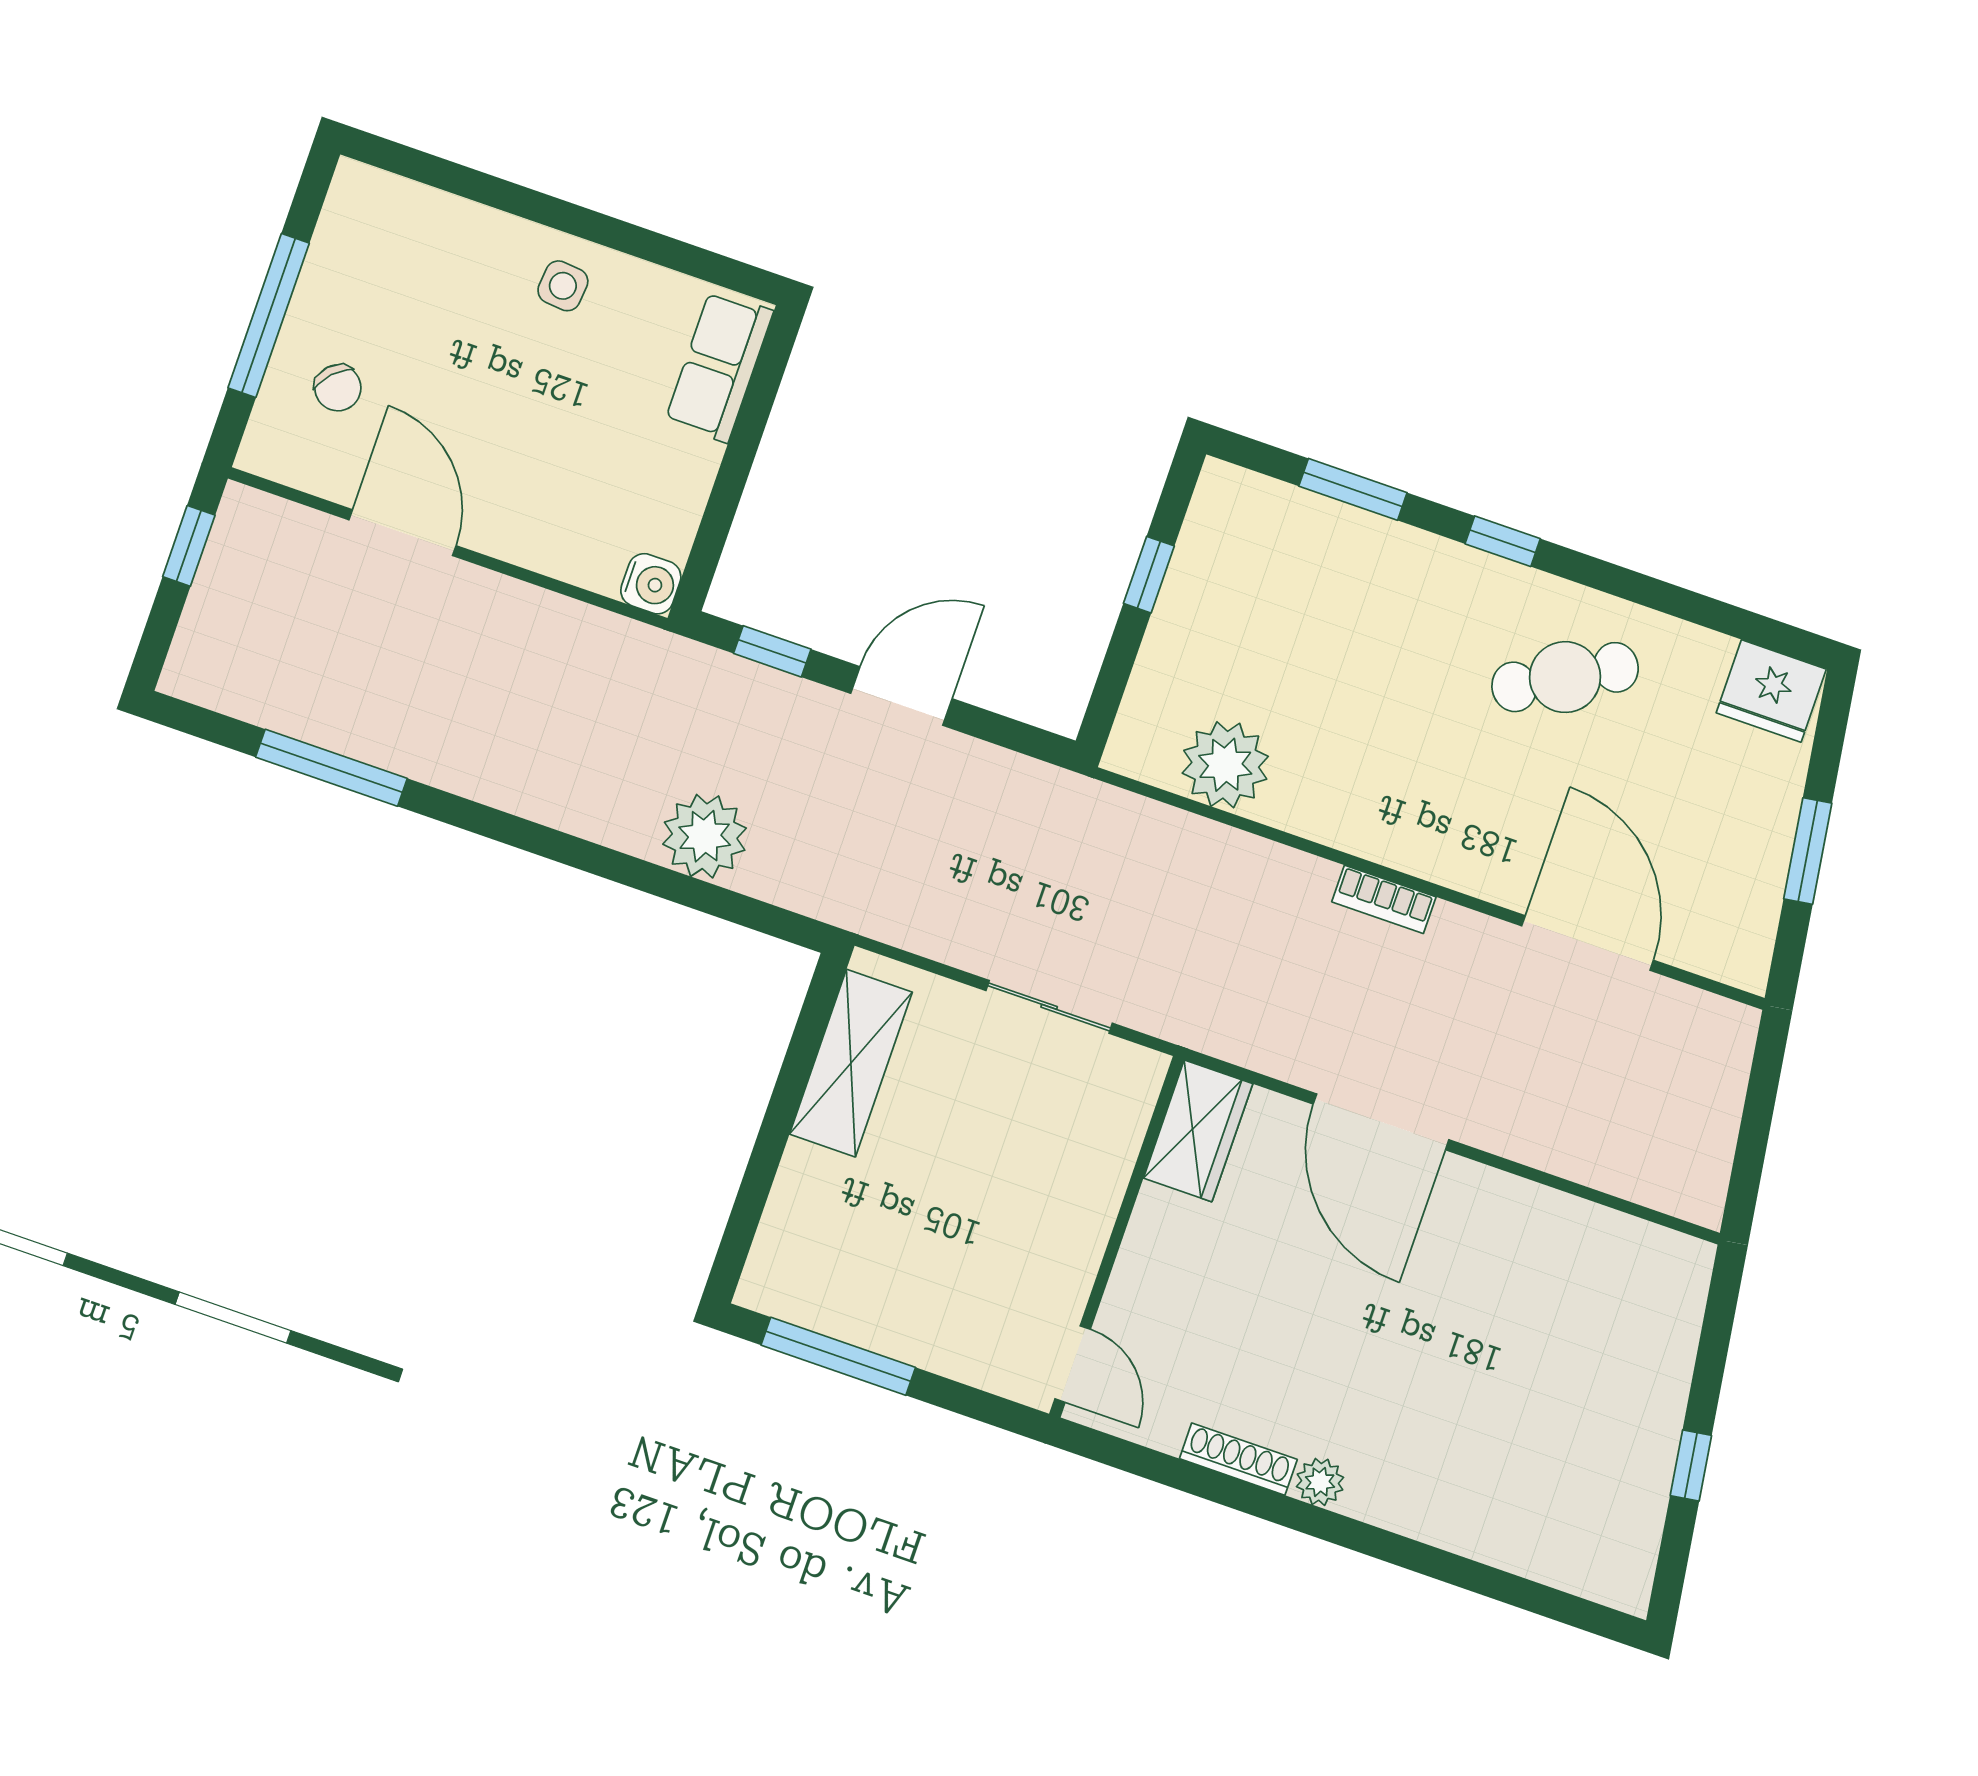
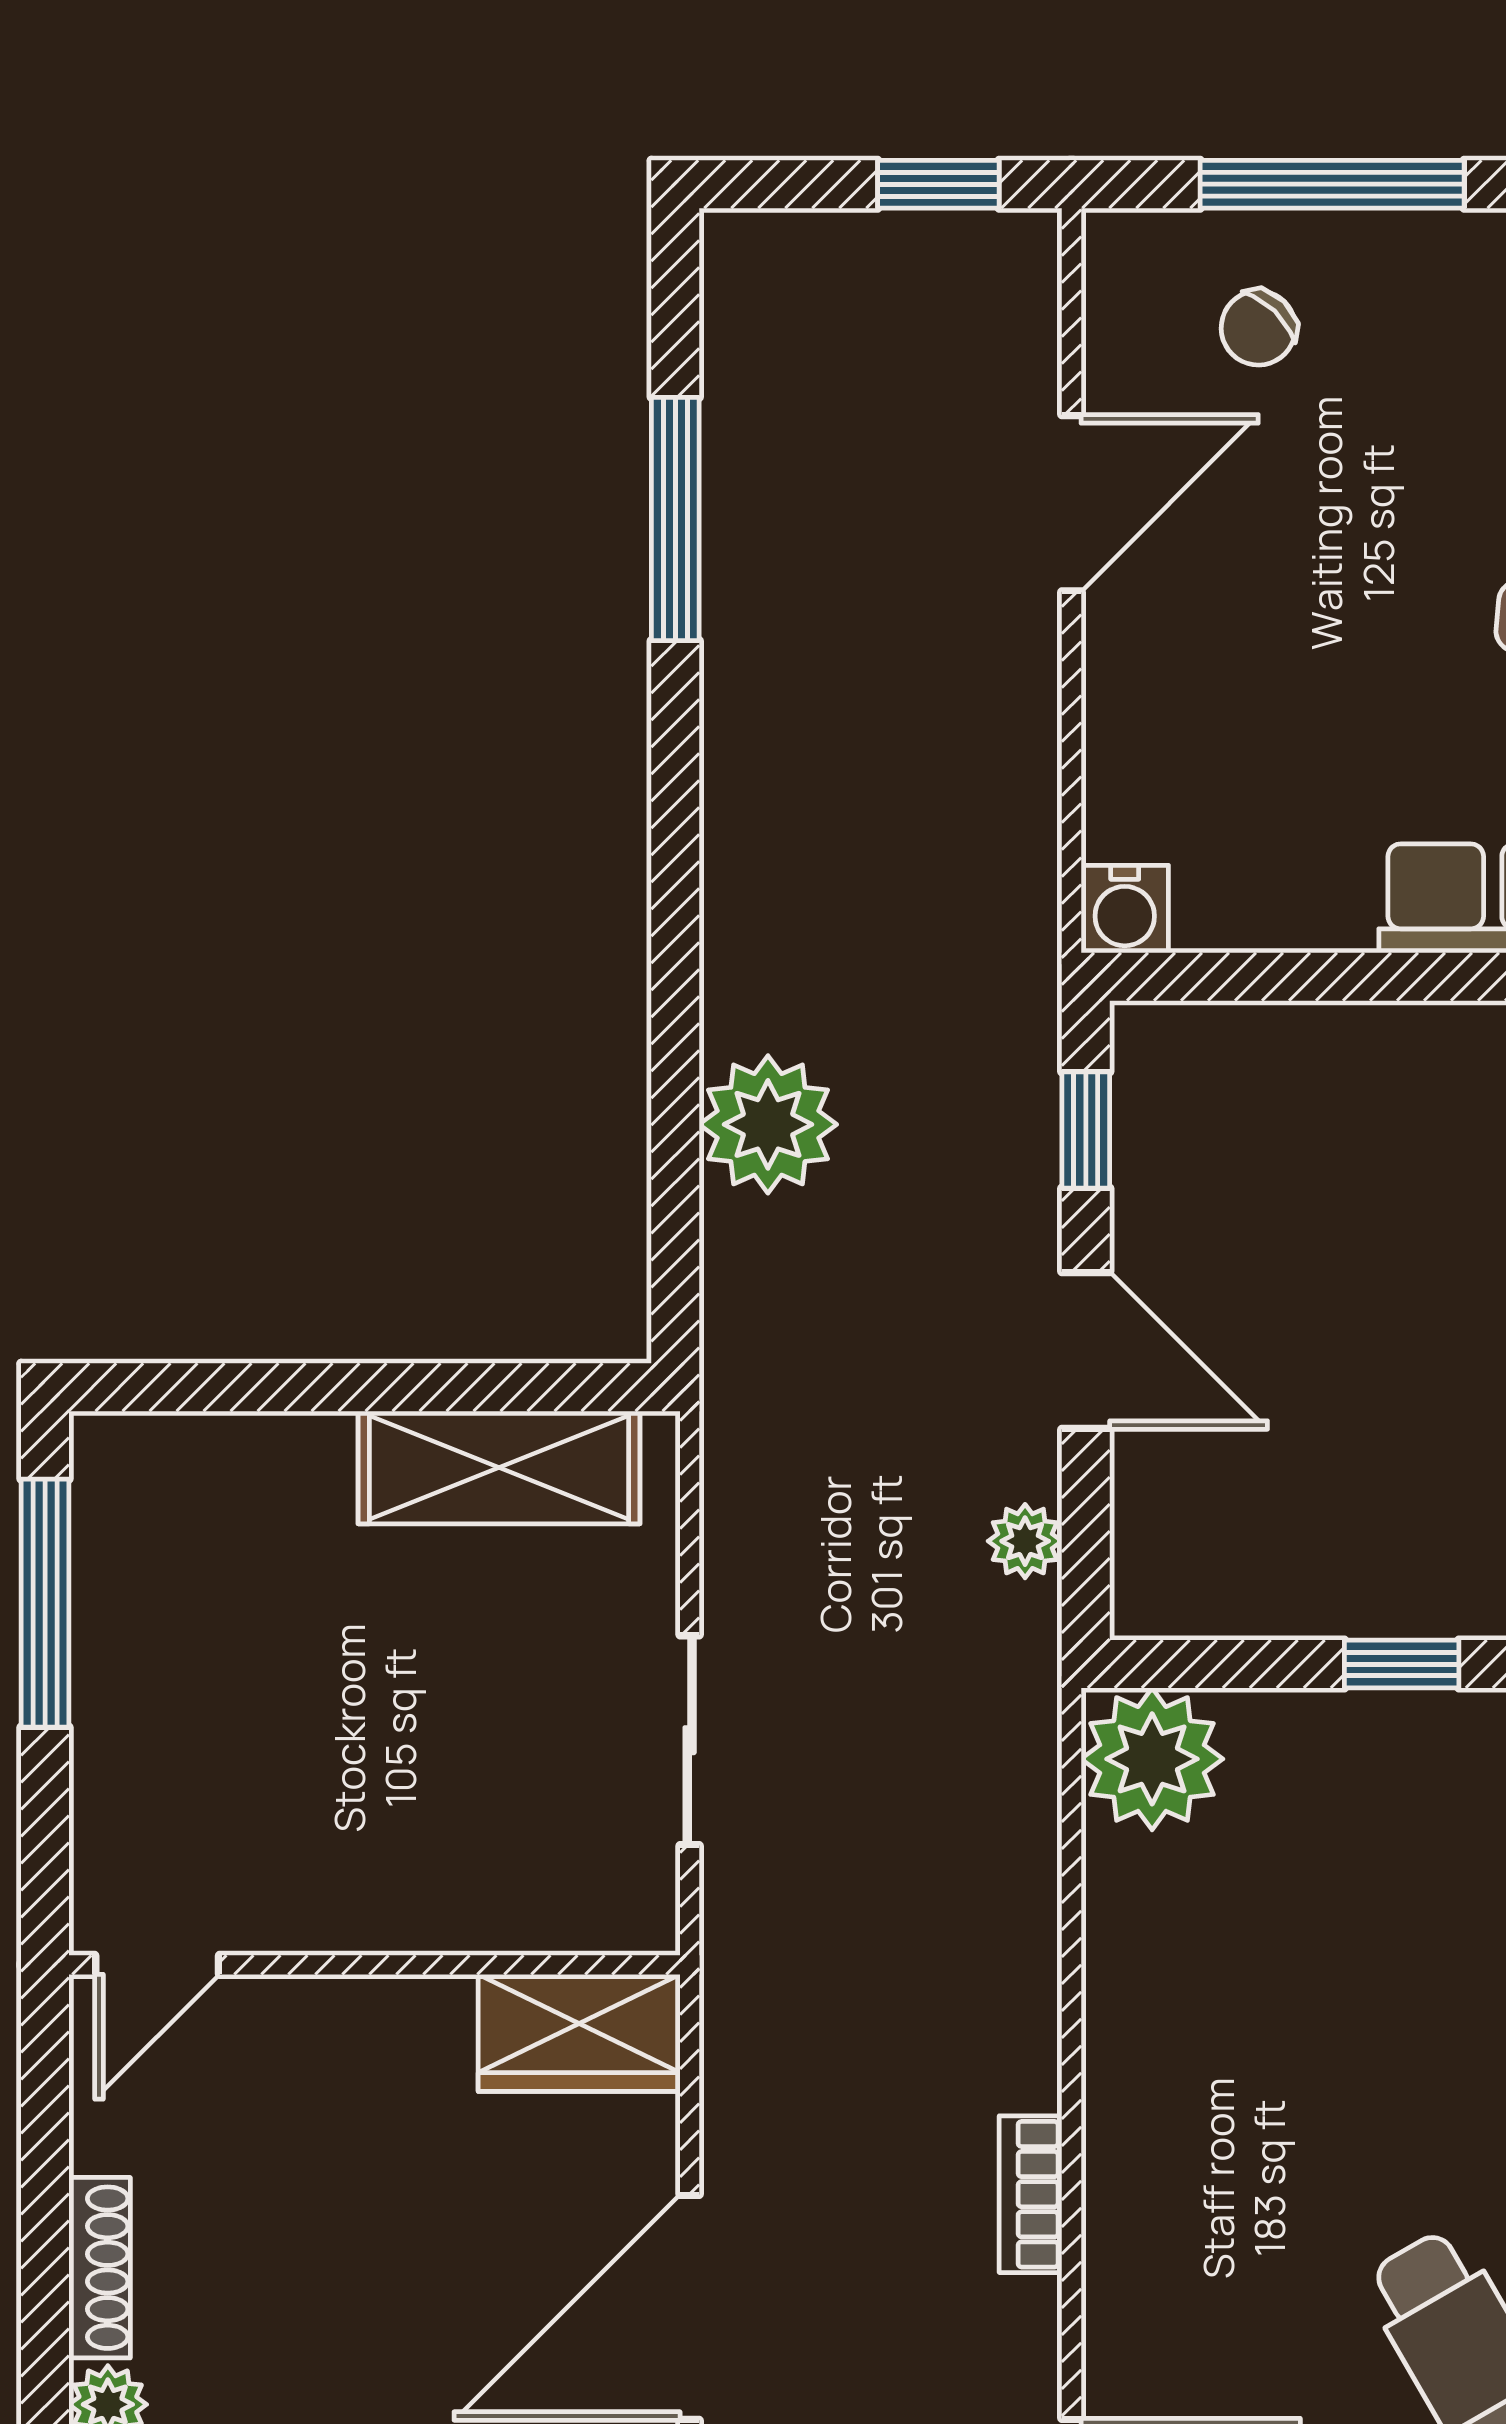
plant: (1225, 765) -> (1152, 1759), moved
plant: (1001, 770) -> (1025, 1541), added

